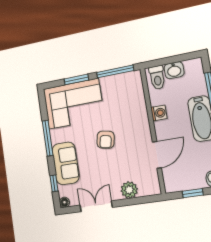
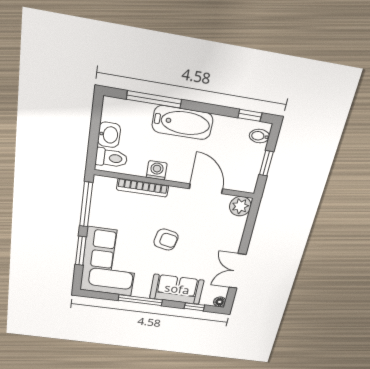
bookcase: (142, 107) -> (143, 188), added
plant: (129, 190) -> (240, 206), moved

